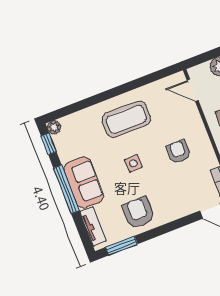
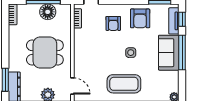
window: (49, 144) -> (182, 19), moved
armchair: (178, 152) -> (113, 23), moved

